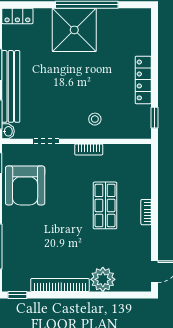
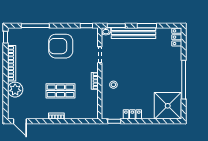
shower: (74, 30) -> (168, 106), moved
locker: (143, 80) -> (132, 114), width x0.66
armchair: (25, 185) -> (61, 46), moved

